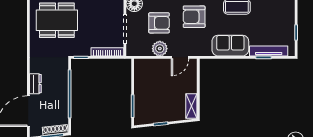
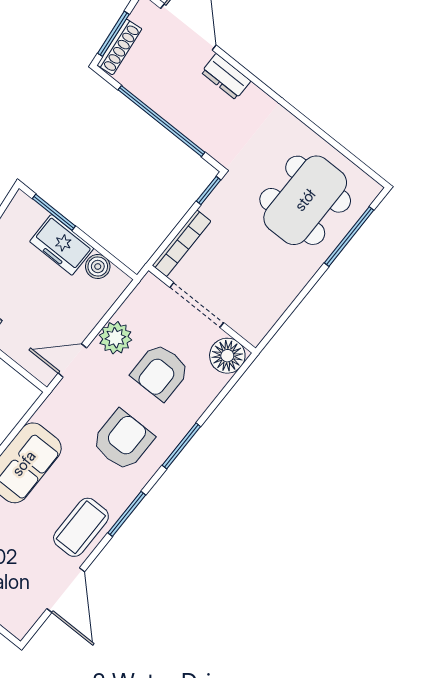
door: (180, 57) -> (72, 360), hinge flipped
boiler: (139, 75) -> (98, 266), added
freezer: (142, 94) -> (62, 245), added

